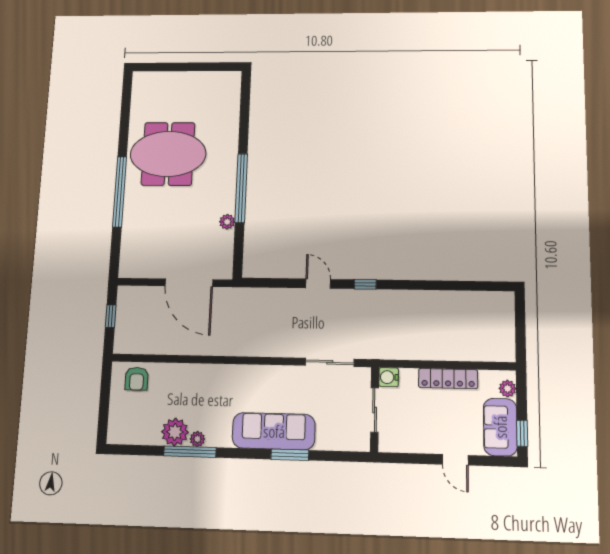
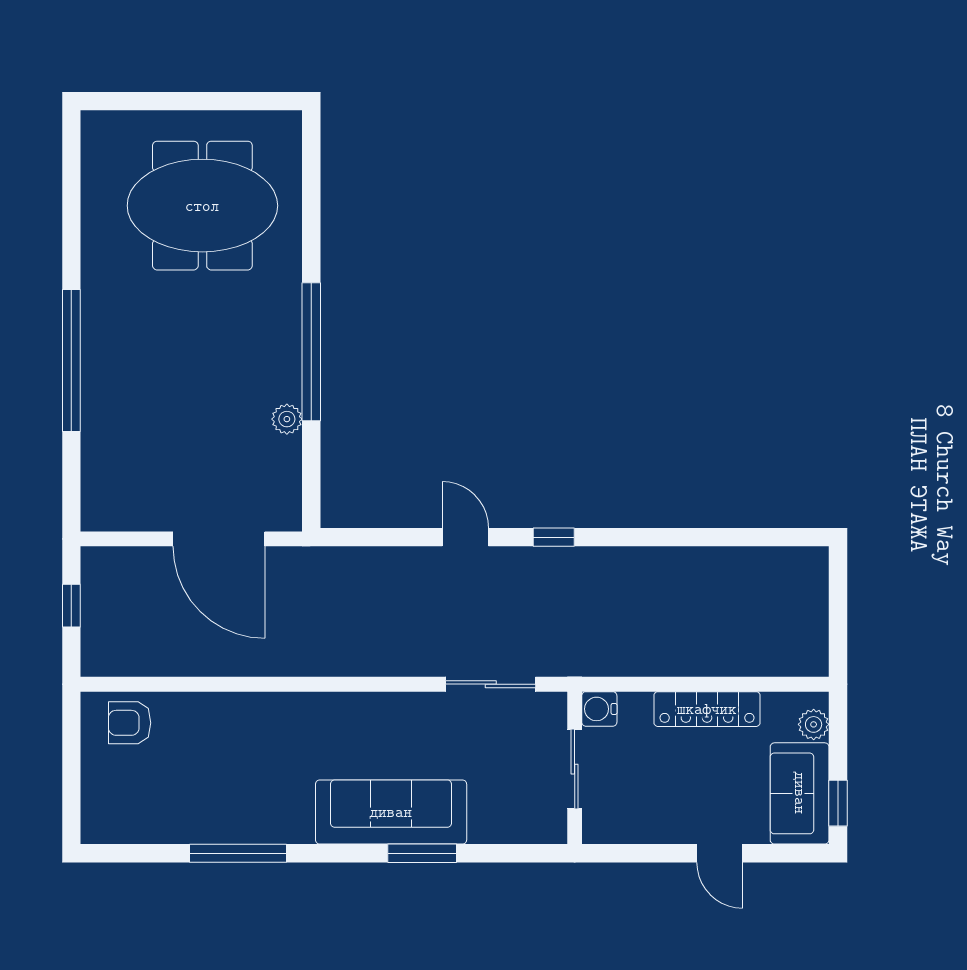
meeting table: (168, 154) -> (202, 206), moved
armchair: (137, 379) -> (130, 723), turned 90
plant: (175, 432) -> (208, 819), removed
plant: (197, 439) -> (251, 830), removed

